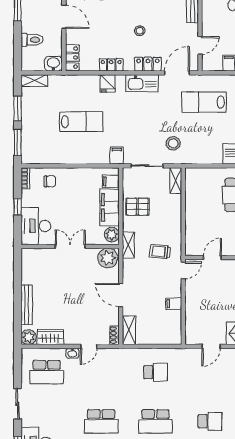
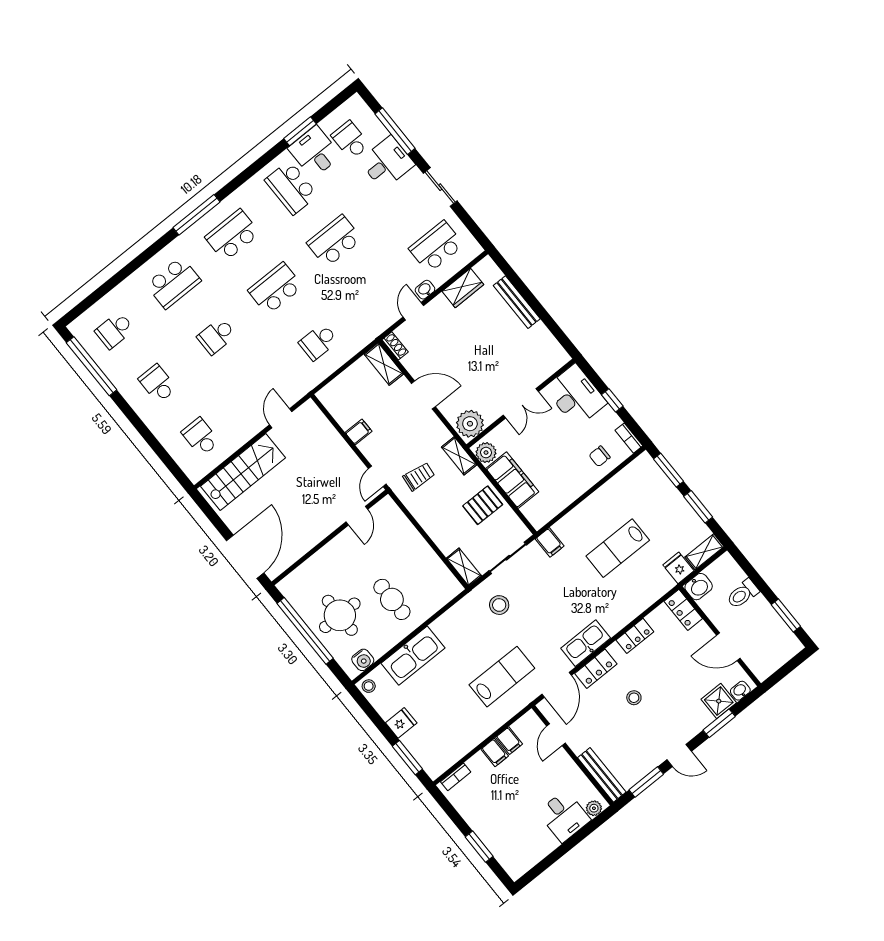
fridge: (108, 83) -> (678, 568), moved
filing cabinet: (111, 181) -> (534, 509), removed
plant: (29, 337) -> (486, 269), removed

